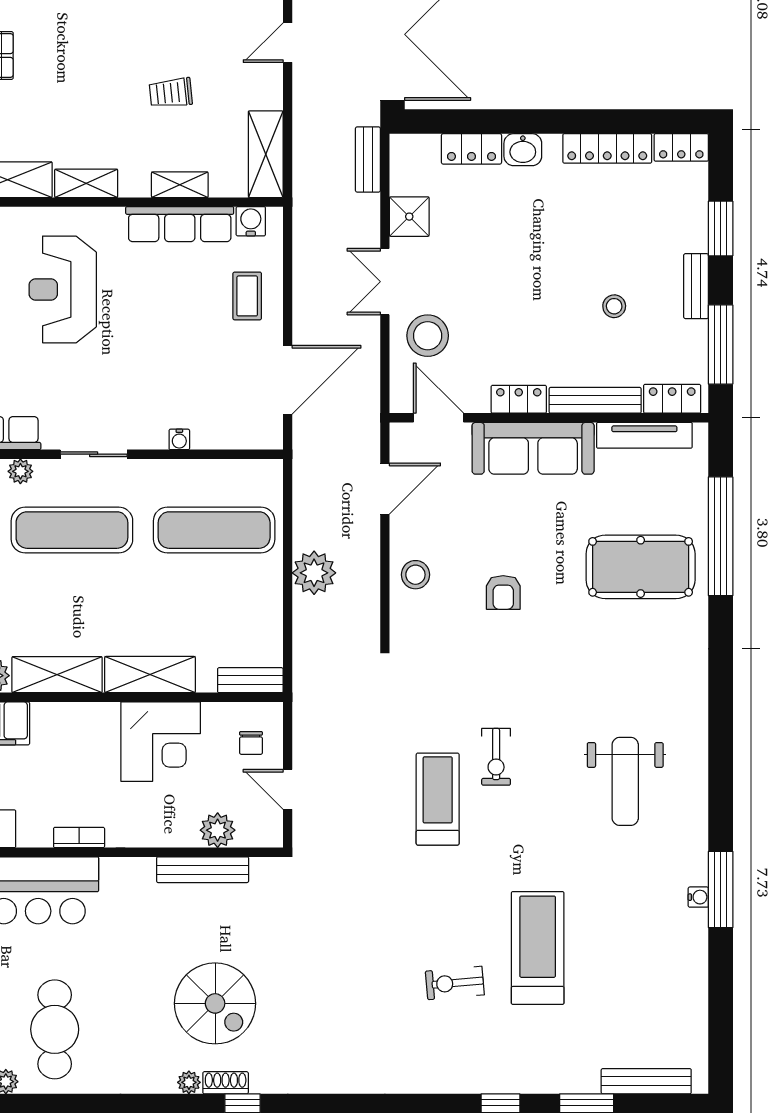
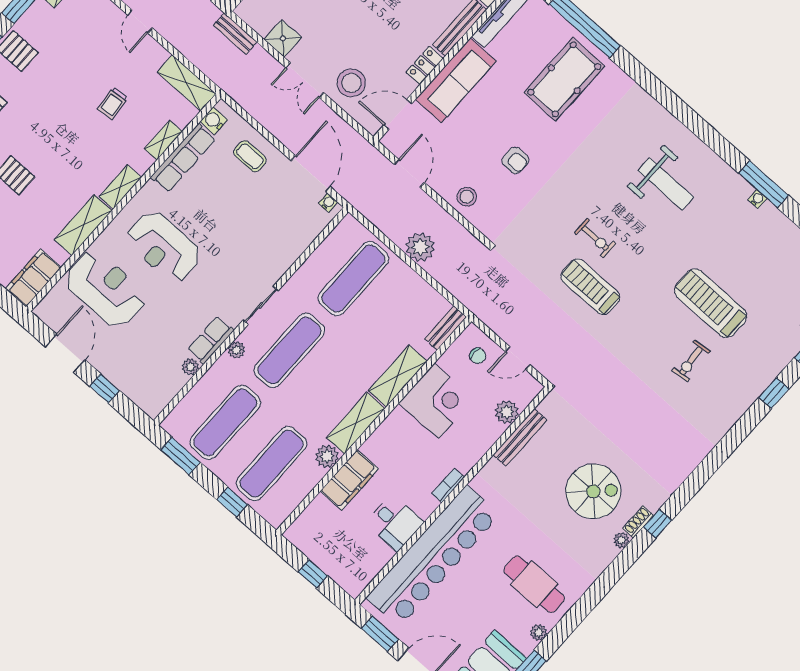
water cooler: (179, 439) -> (328, 203), moved, turned -90

